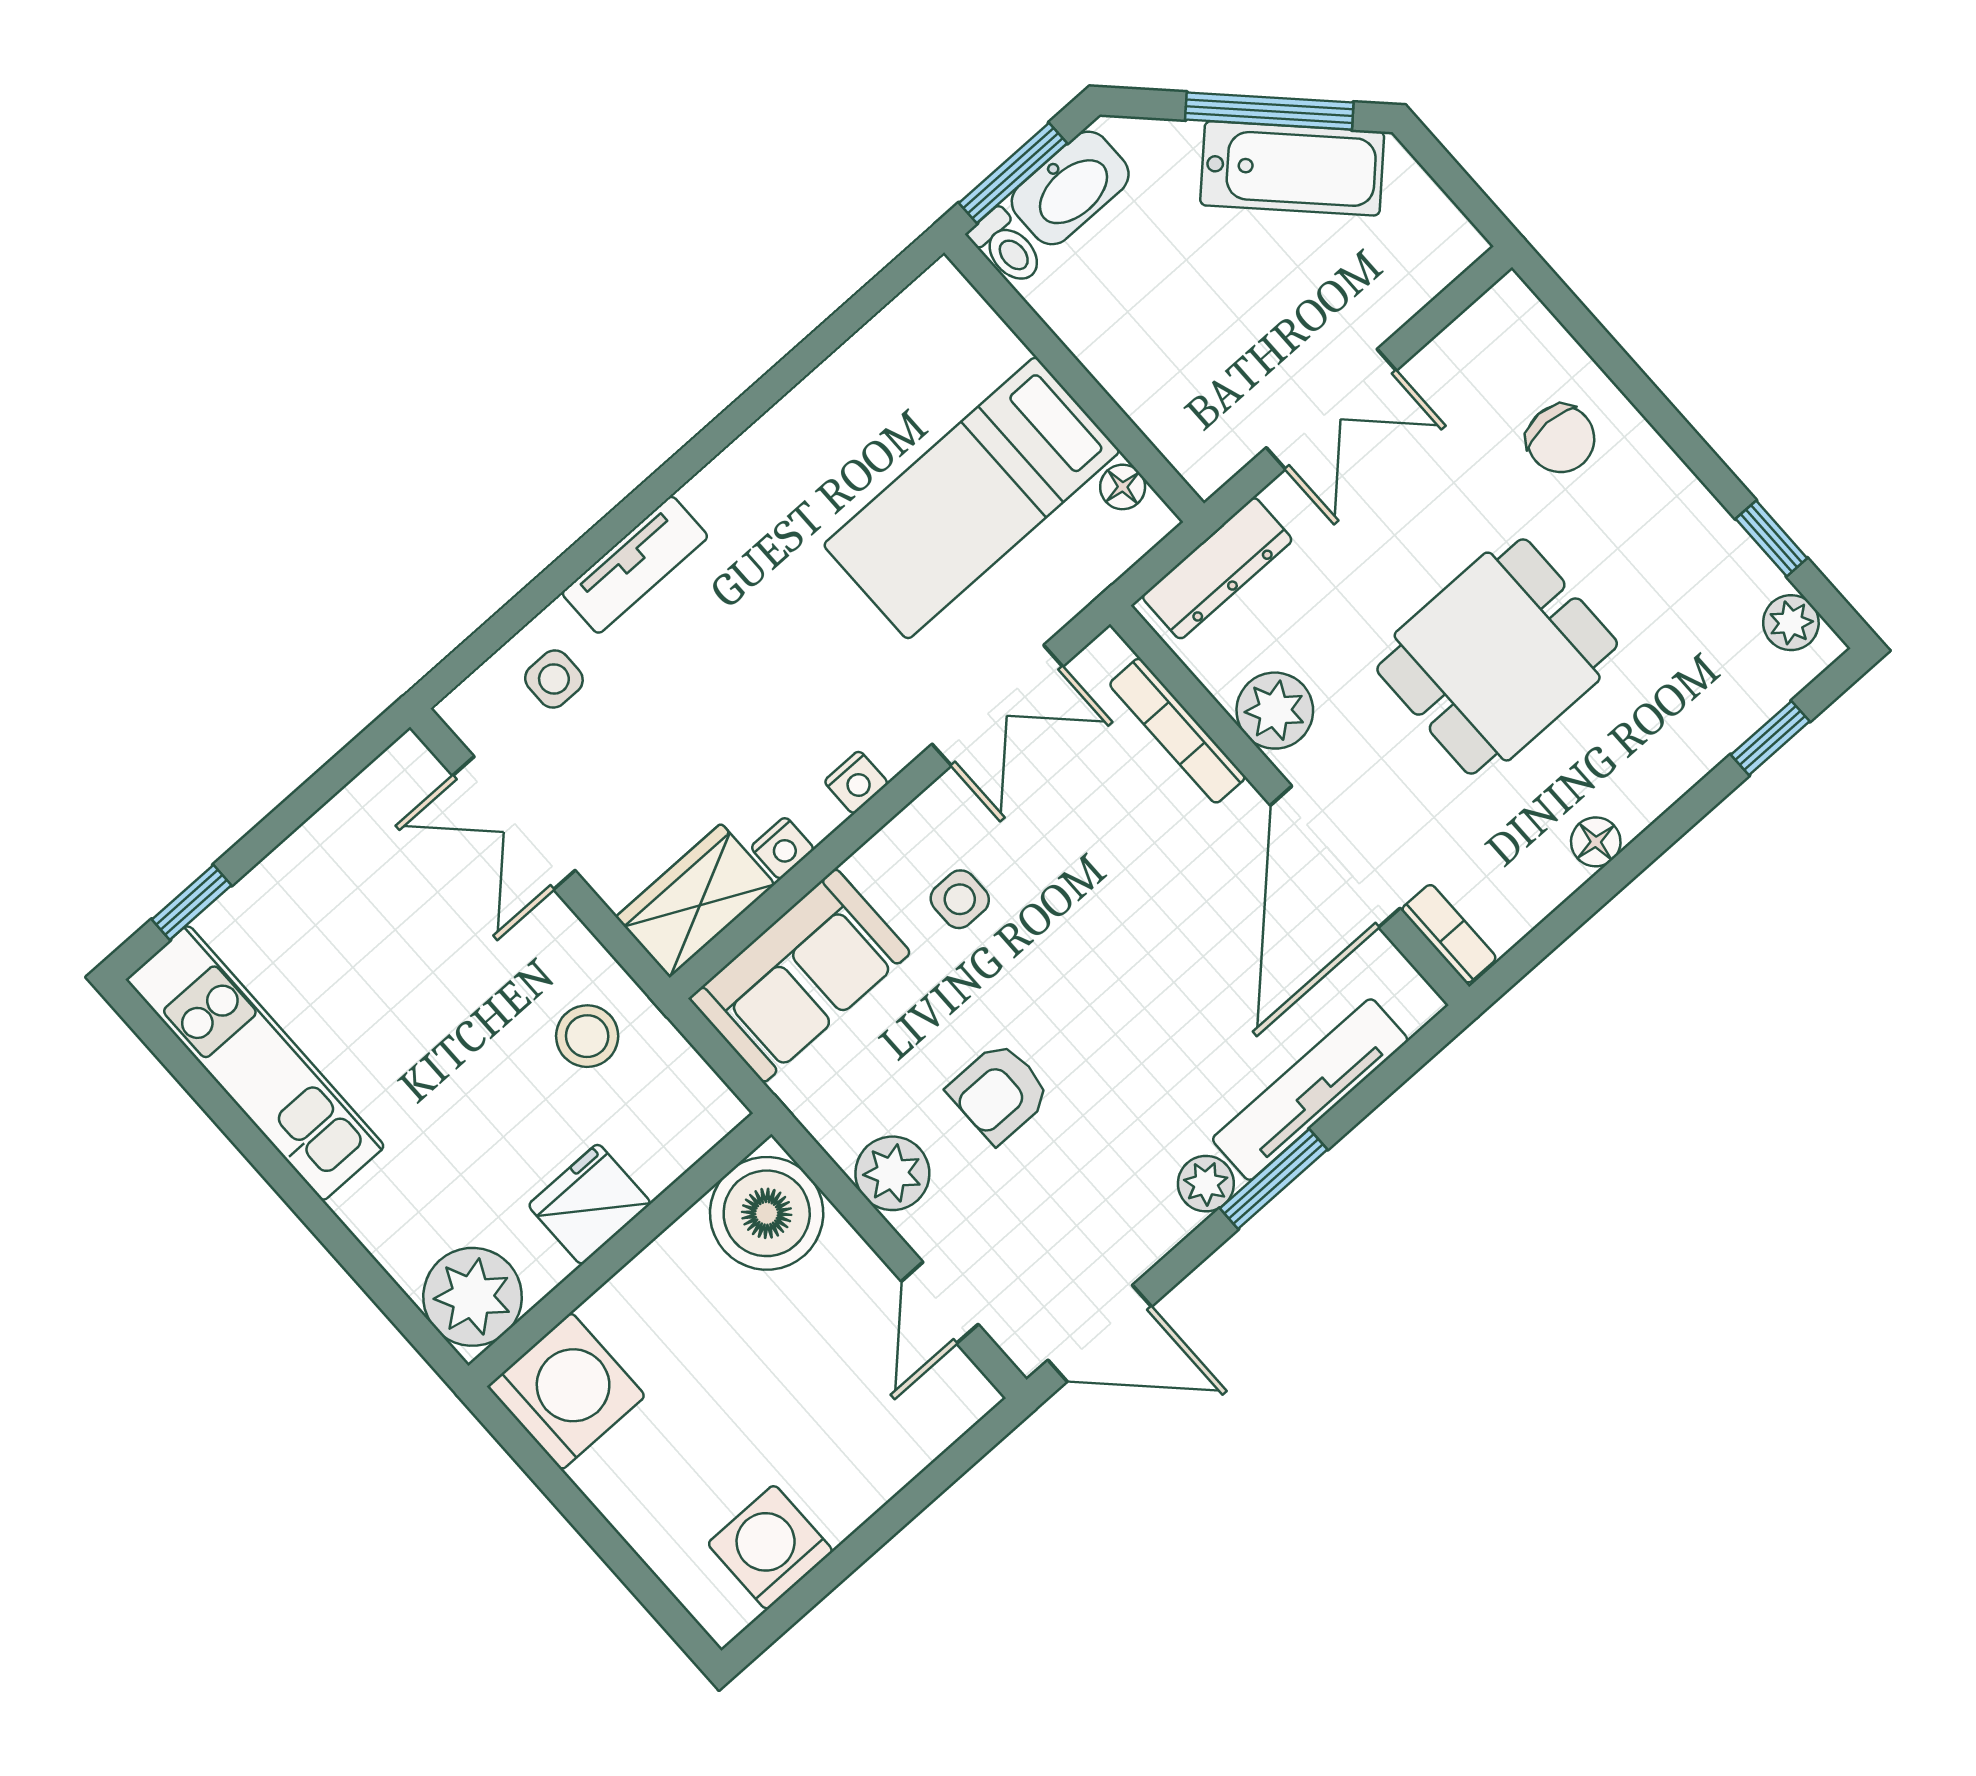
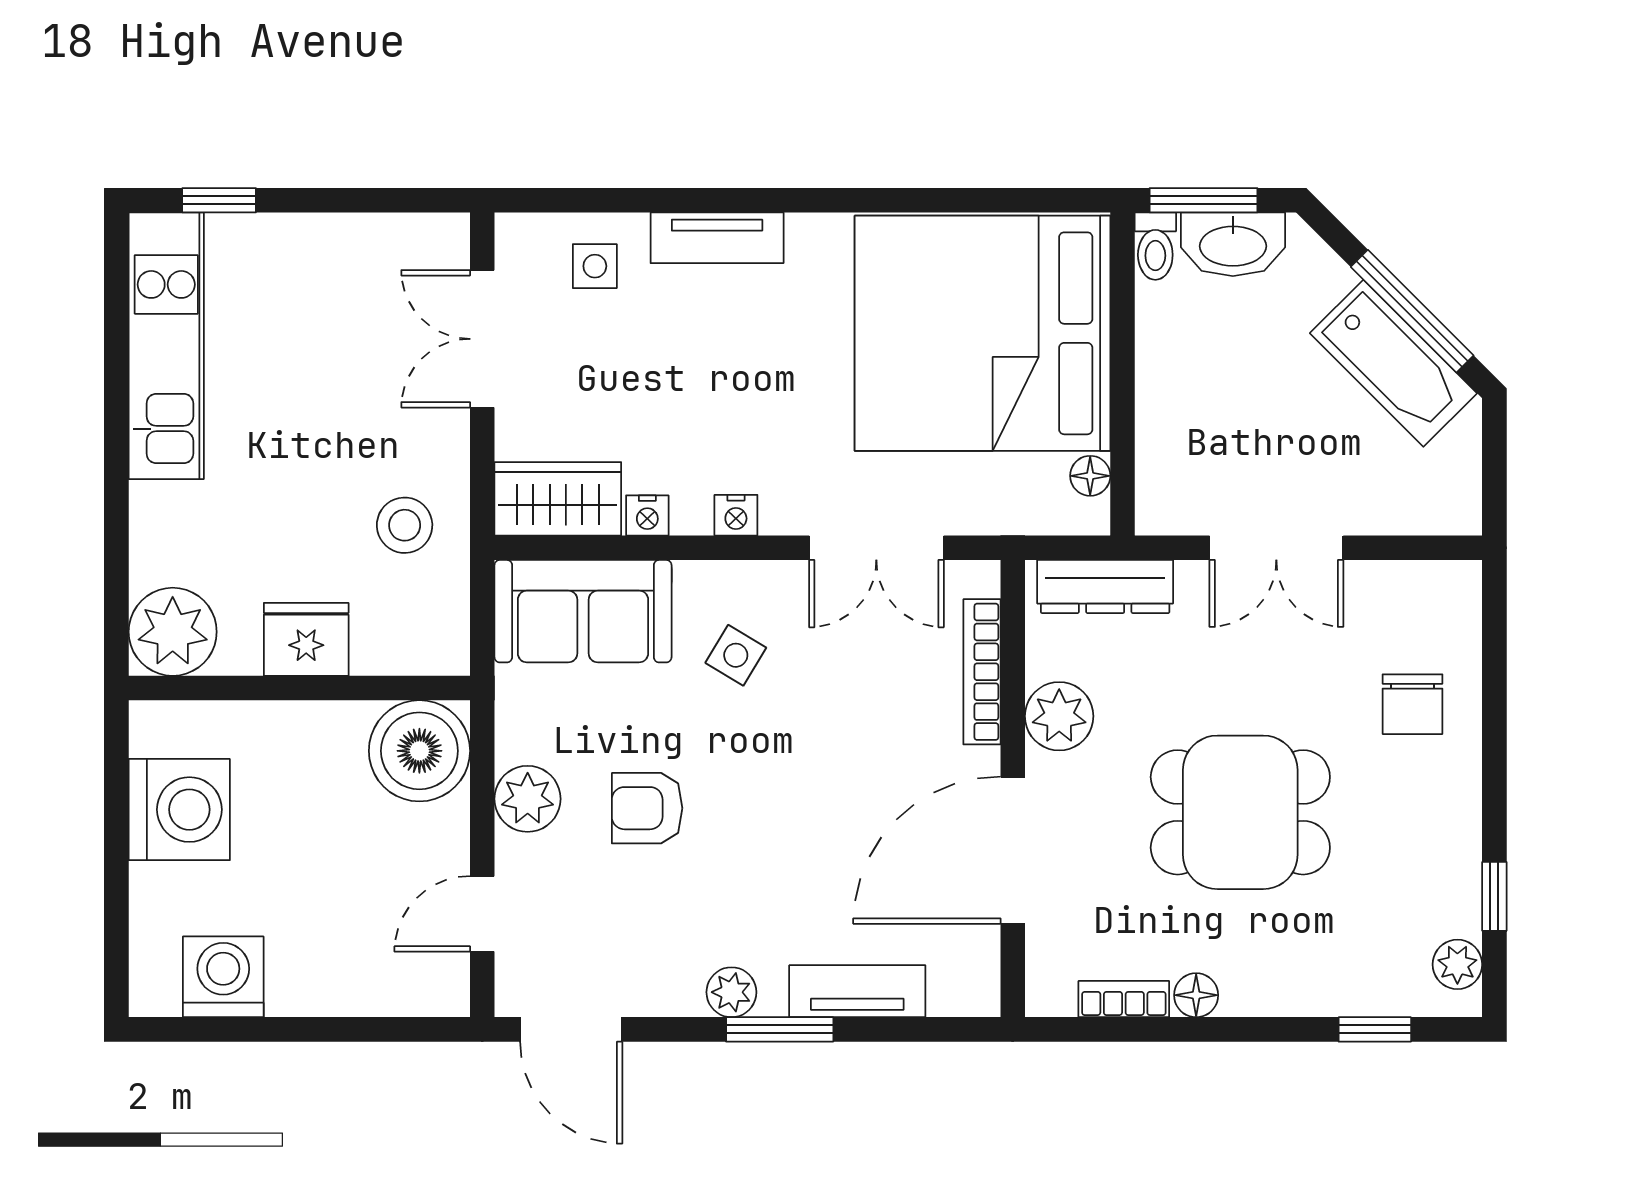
bed: (972, 498) -> (982, 333), width x2.04
side table: (960, 899) -> (736, 655), turned 31
bookcase: (1449, 934) -> (1124, 999), moved, turned -90
tv unit: (1310, 1090) -> (857, 991), width x0.71
washing machine: (566, 1391) -> (179, 810), moved

